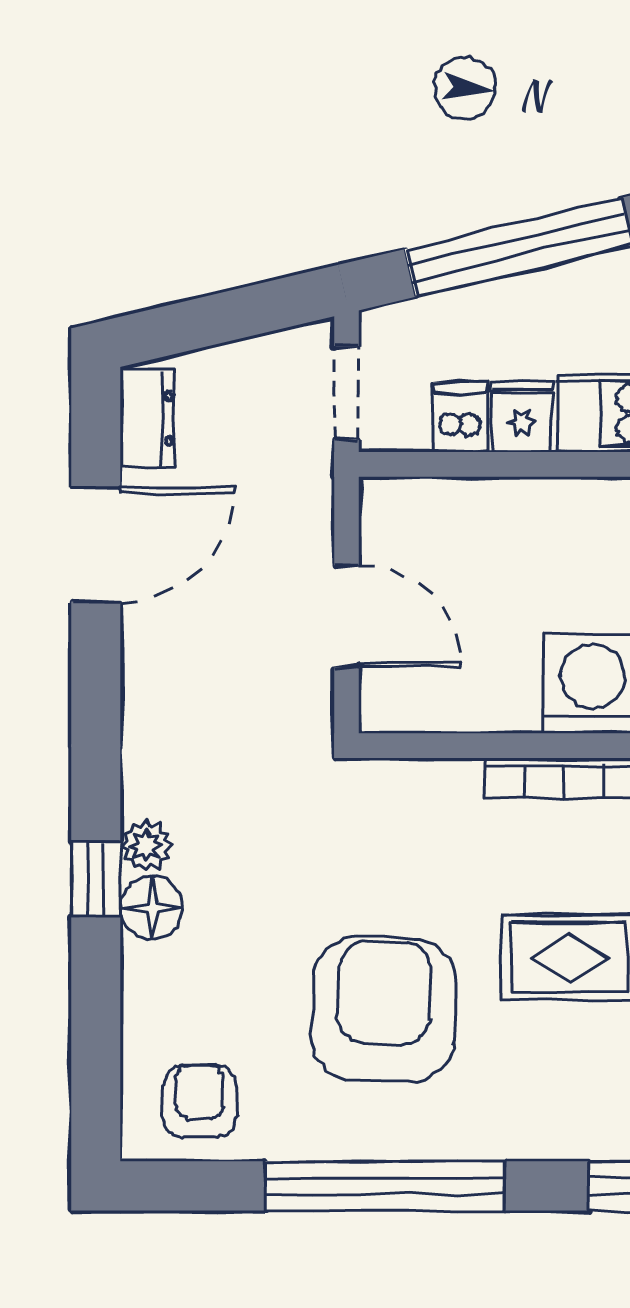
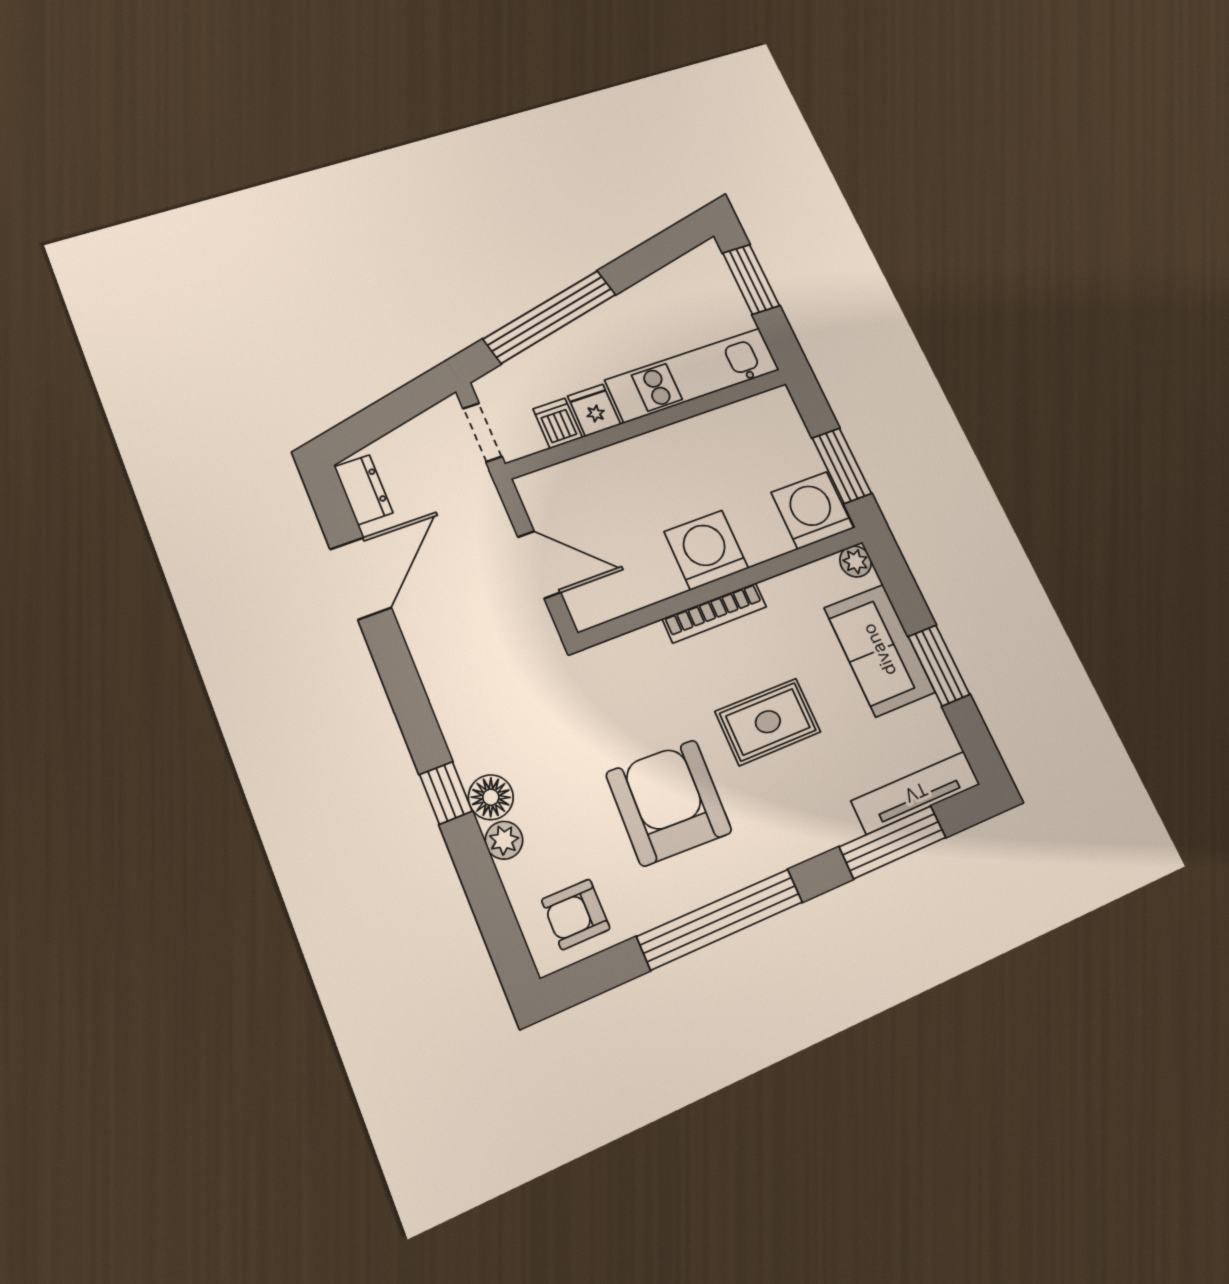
plant: (146, 845) -> (504, 840), moved
armchair: (200, 1101) -> (576, 914), turned -90

